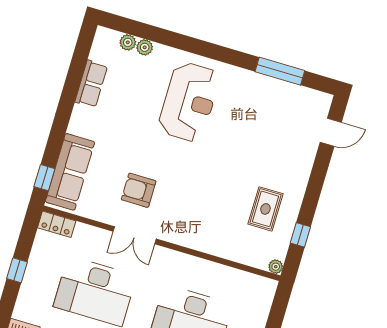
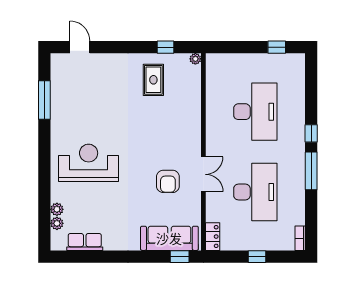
row of seats: (91, 84) -> (85, 242), moved
rug: (265, 209) -> (153, 80), turned 90

